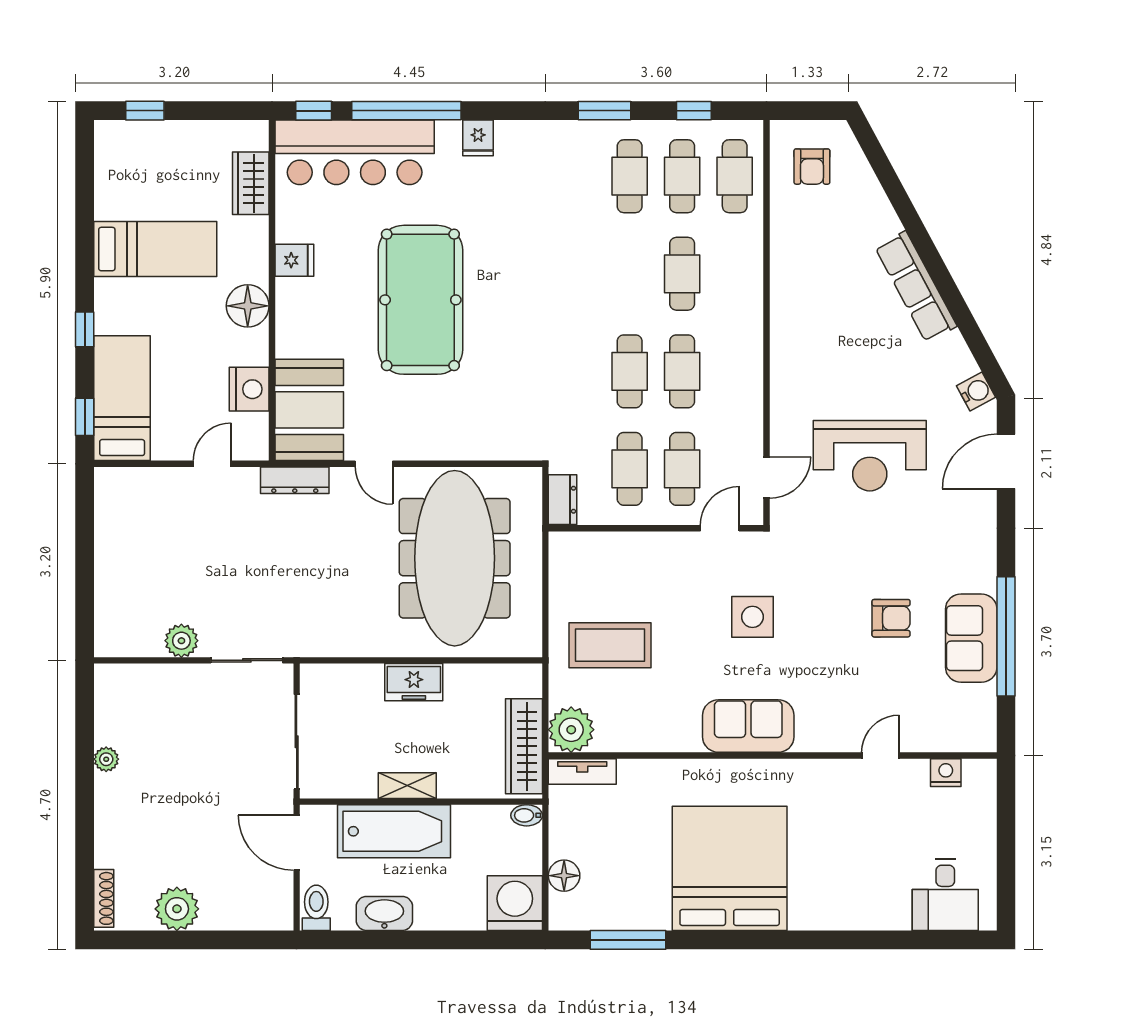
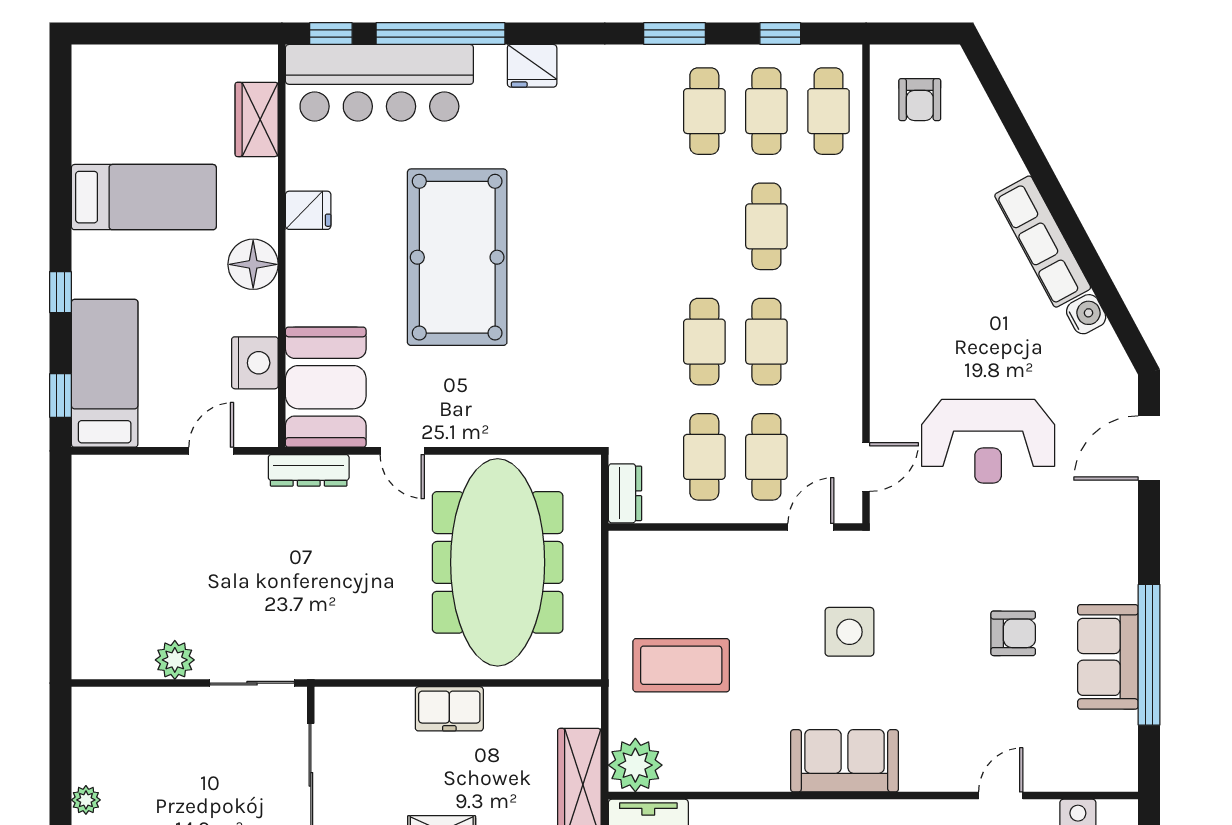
window: (145, 111) -> (132, 34), removed
fridge: (478, 138) -> (532, 66), width x1.38
water cooler: (976, 391) -> (1086, 314), moved

